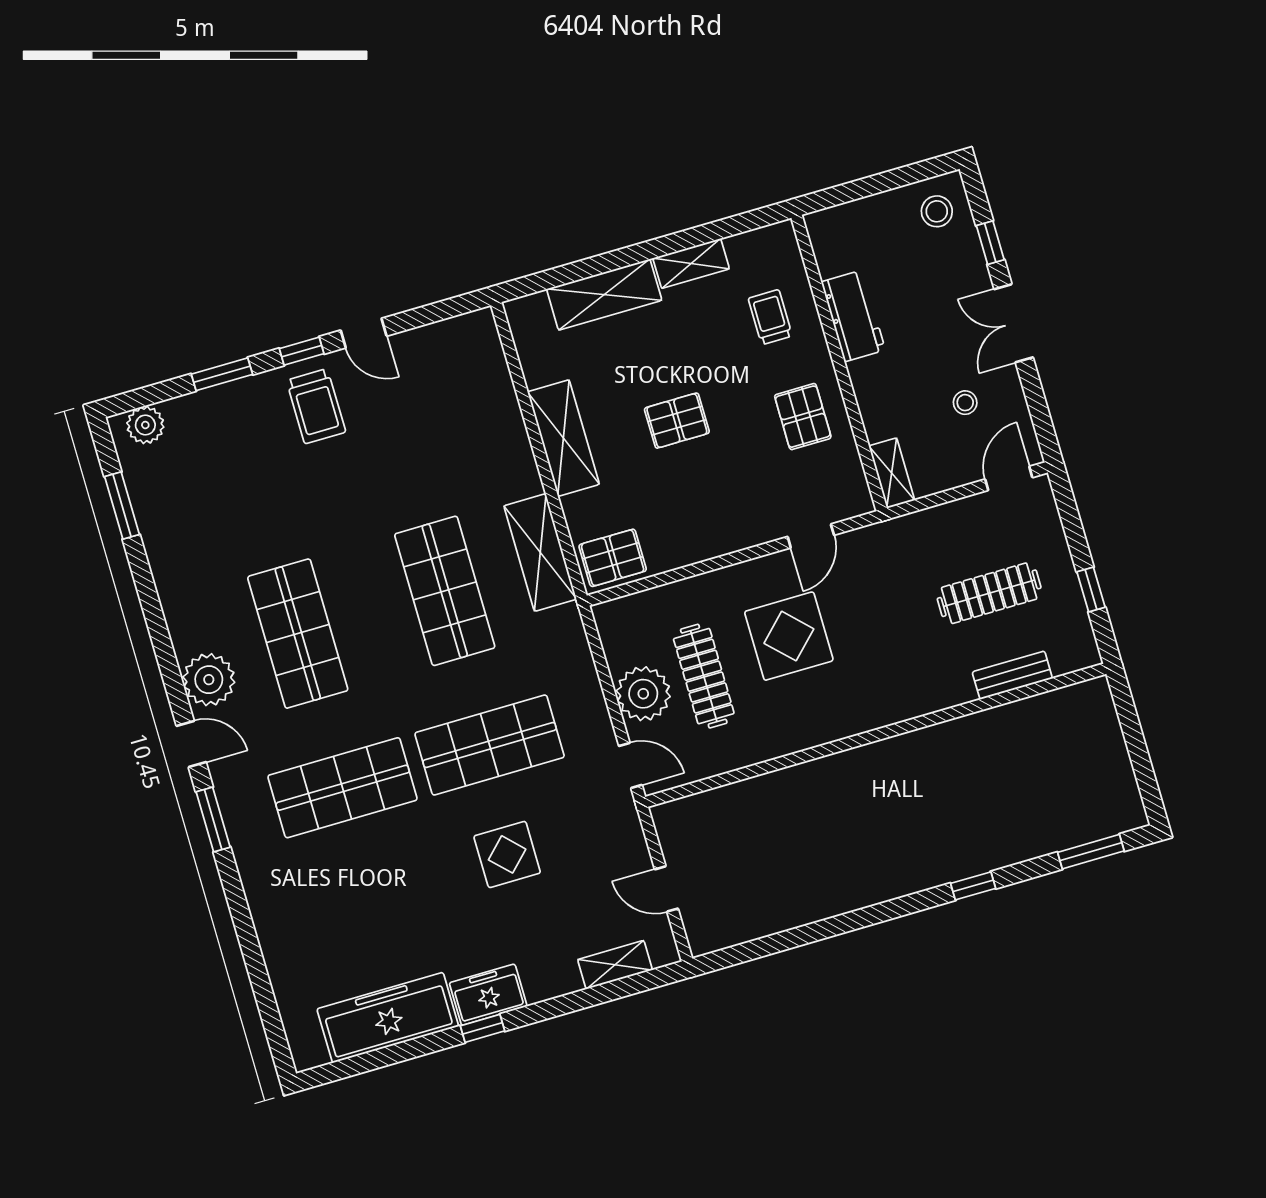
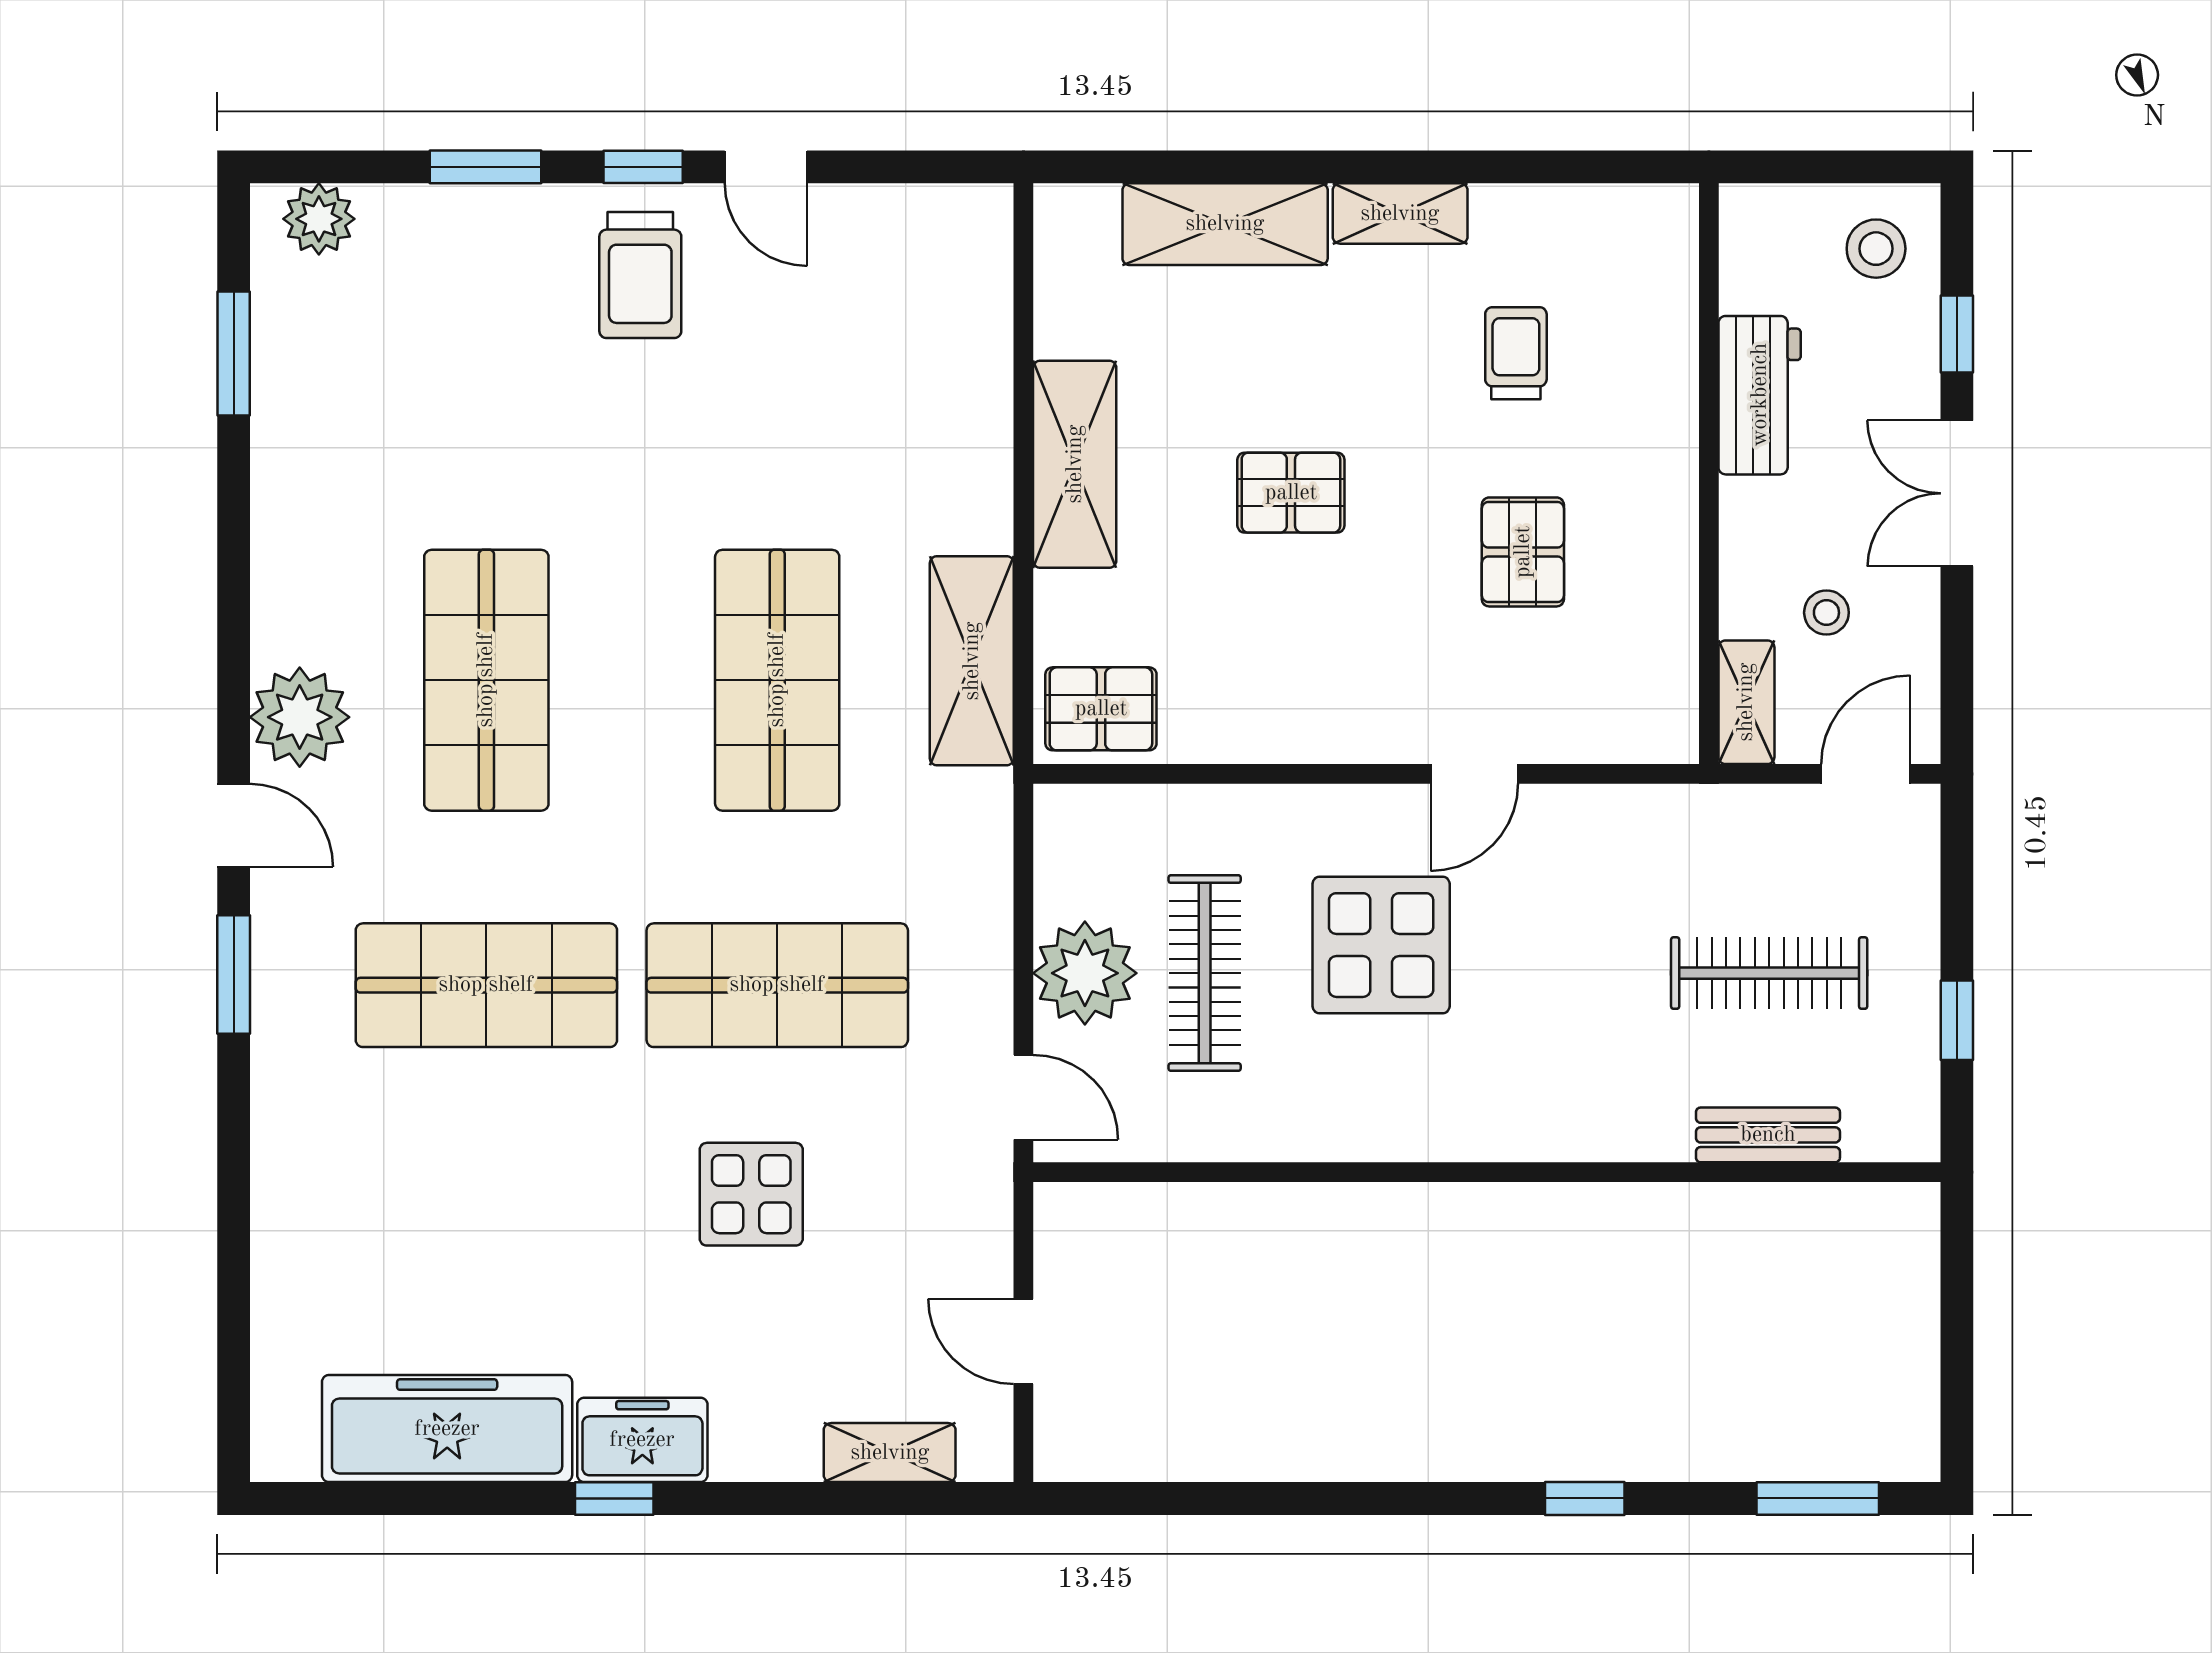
workbench: (853, 316) -> (1760, 395), moved
wall: (839, 363) -> (1709, 474), moved
shelving: (892, 473) -> (1746, 702), moved

